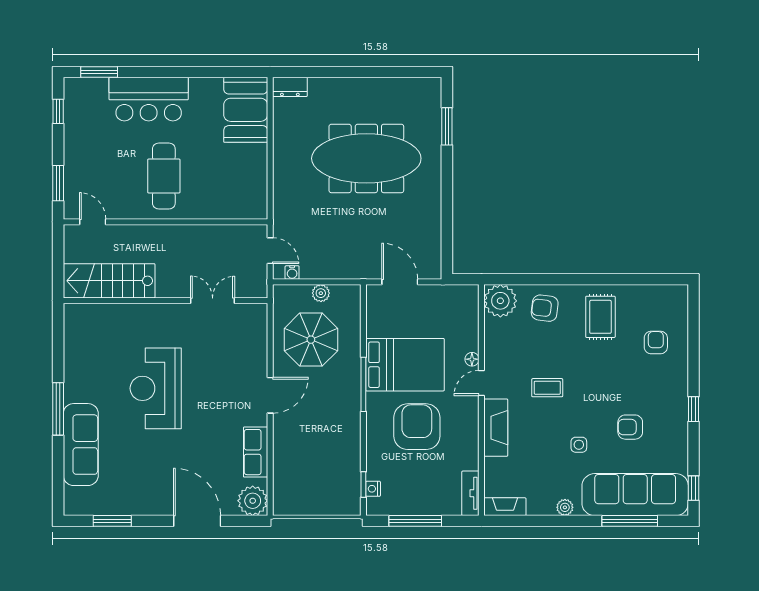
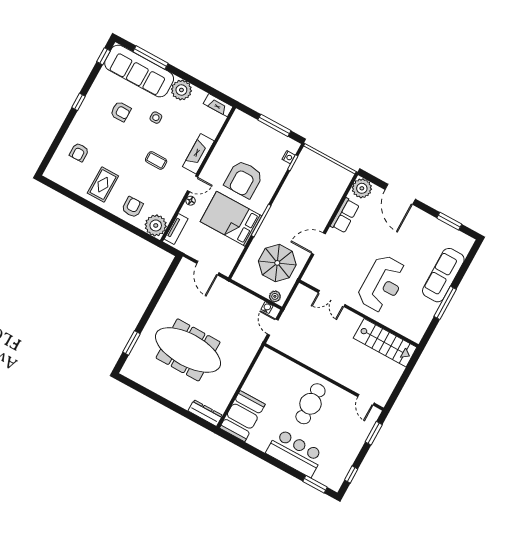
dresser: (290, 87) -> (205, 413), width x1.44
stairs: (109, 281) -> (385, 343), moved
plant: (321, 293) -> (275, 296), moved
wall: (165, 301) -> (359, 313), moved
double door: (213, 301) -> (332, 299), moved
armchair: (545, 308) -> (132, 207), turned -98
tv unit: (470, 493) -> (176, 229), moved
plant: (565, 507) -> (181, 90), width x1.87, depth x1.87

